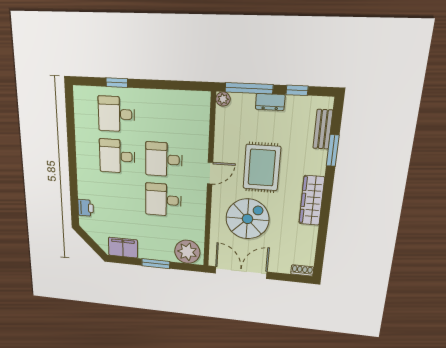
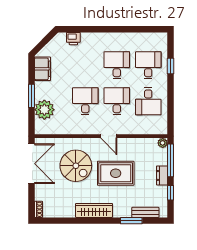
desk: (164, 117) -> (148, 101), added
plant: (187, 252) -> (44, 110), moved

